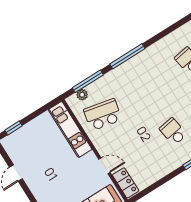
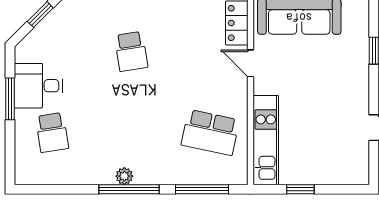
plant: (82, 95) -> (124, 176), moved
window: (14, 128) -> (300, 189), moved

